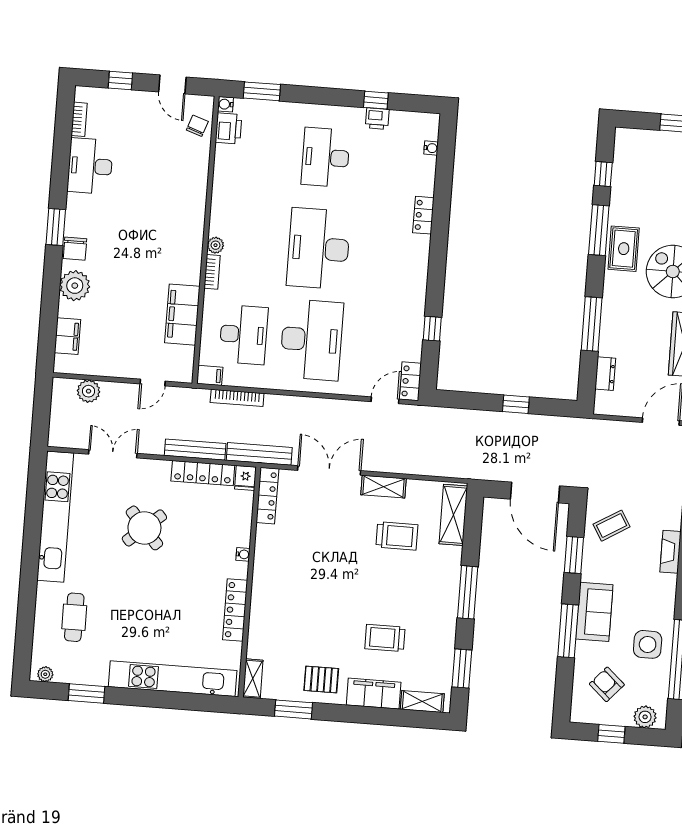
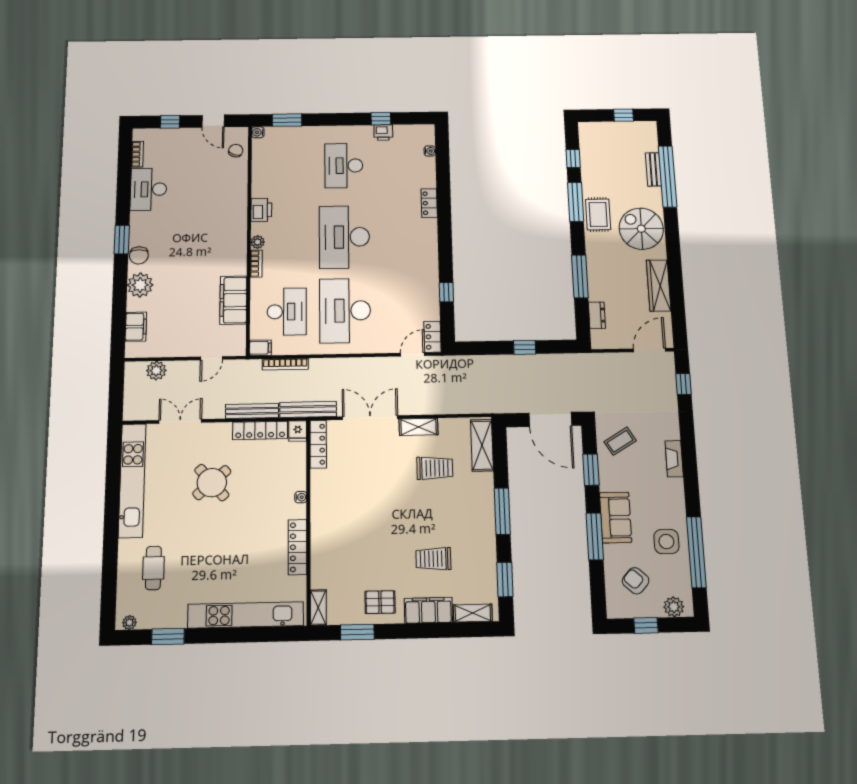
printer: (229, 128) -> (261, 210), moved
desk: (312, 340) -> (345, 311), turned 180

